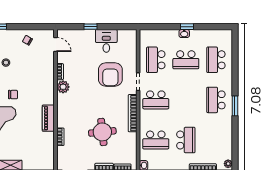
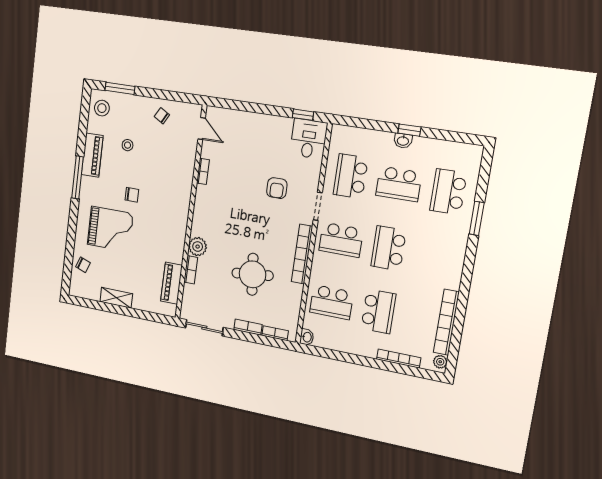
window: (91, 27) -> (303, 115), moved
desk: (106, 41) -> (309, 139), moved
armchair: (110, 74) -> (277, 188), width x0.53, depth x0.53
plant: (63, 87) -> (198, 247), moved
school desk: (216, 100) -> (389, 248), moved
window: (235, 106) -> (477, 218), moved
piano: (48, 118) -> (171, 283), moved
bookcase: (228, 139) -> (446, 322), added

